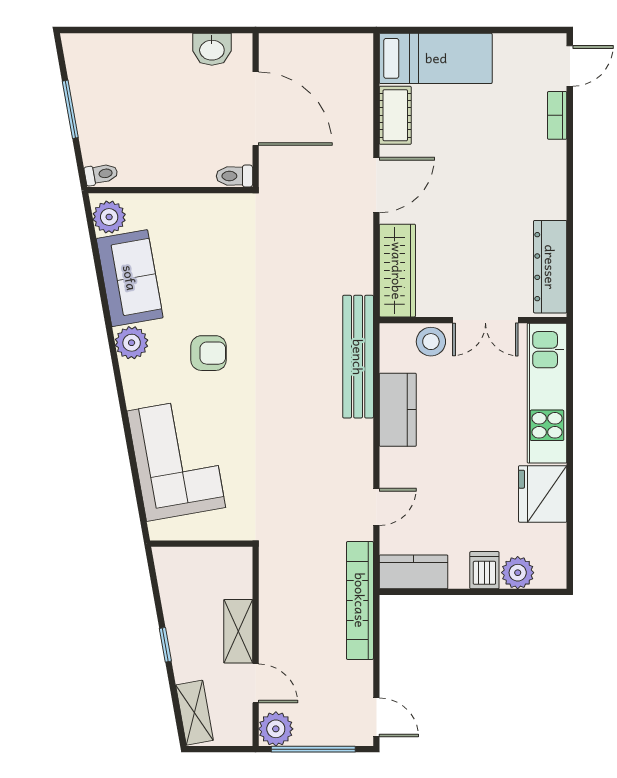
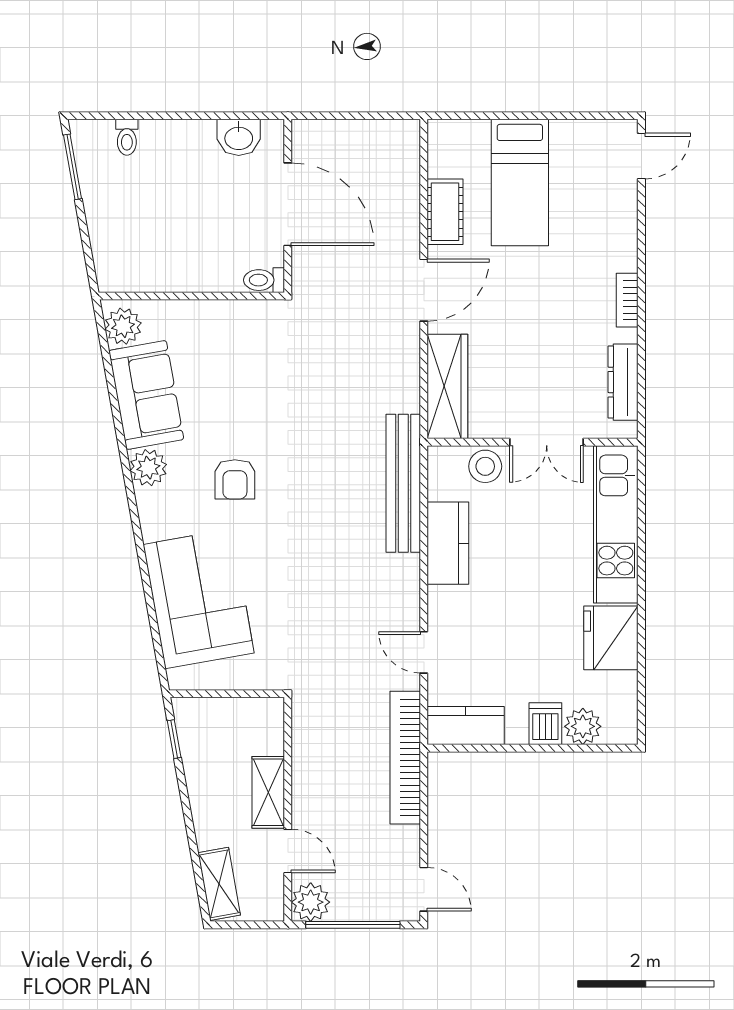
bed: (436, 58) -> (520, 183), moved, turned 90
window: (70, 109) -> (73, 167), moved
bookcase: (557, 115) -> (627, 300), moved
toilet: (101, 174) -> (127, 137), moved, turned 100
dresser: (550, 267) -> (623, 382), width x0.73, depth x0.80
armchair: (209, 353) -> (235, 479), turned 90
door: (376, 507) -> (424, 652), swing flipped
window: (165, 645) -> (174, 739), moved

